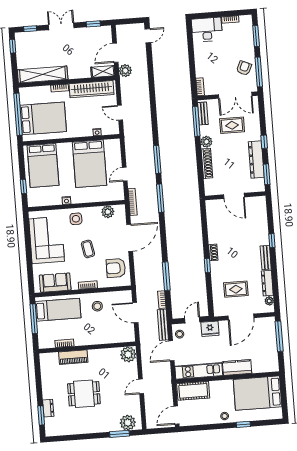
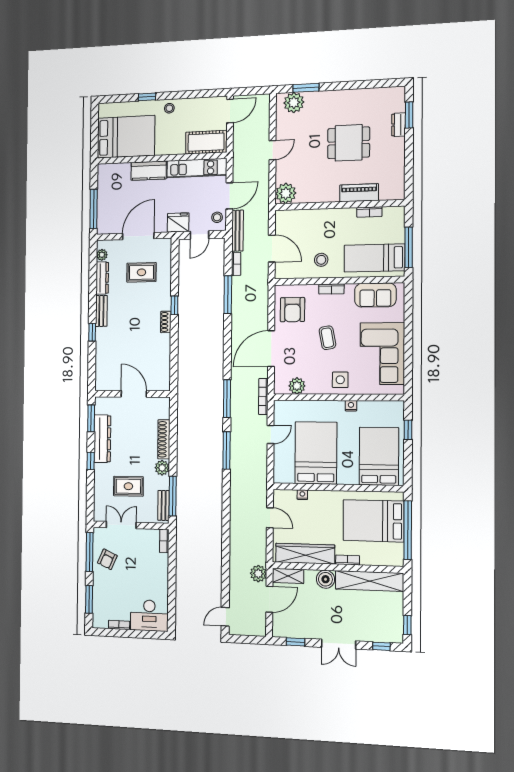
boiler: (75, 72) -> (325, 579), added
double door: (235, 95) -> (121, 525), width x0.73
armchair: (116, 268) -> (292, 310), turned 90

